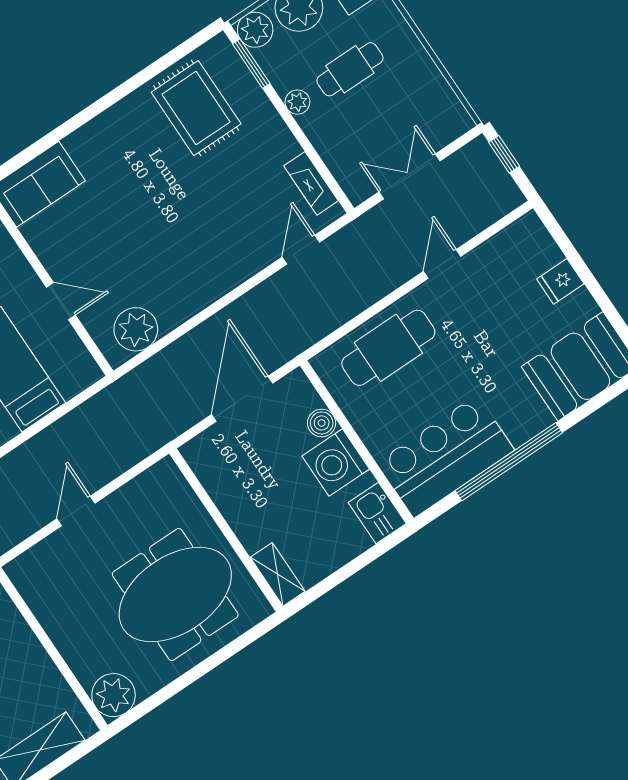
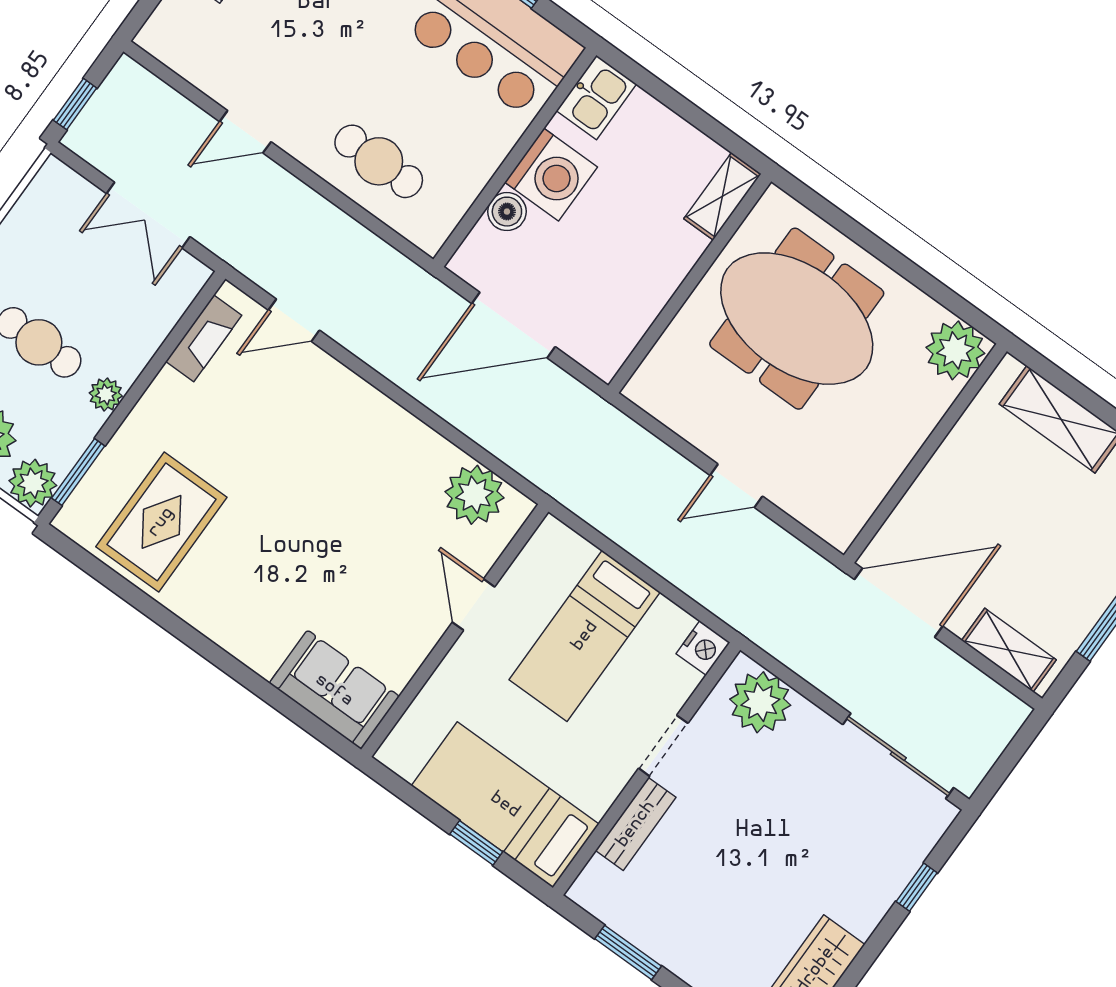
cafe table: (388, 348) -> (379, 161), width x0.73, depth x0.74

